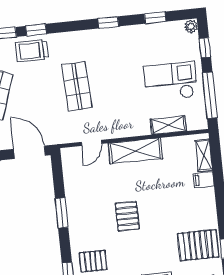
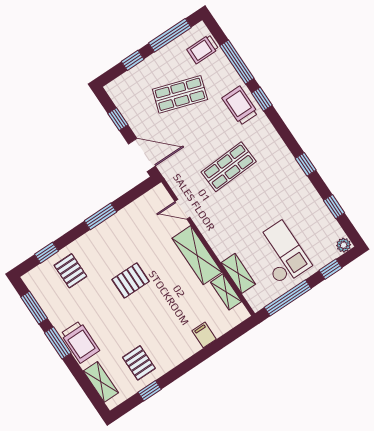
door: (29, 152) -> (142, 155), hinge flipped
shelving: (204, 155) -> (226, 292), moved, turned 90
pallet: (198, 245) -> (139, 363), width x0.67, depth x0.71

